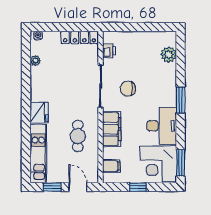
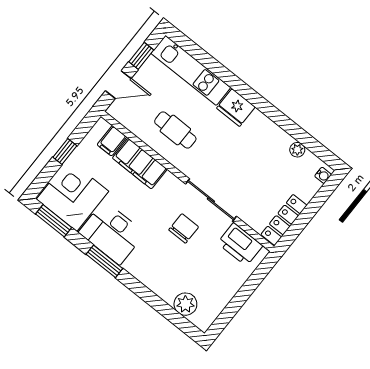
printer: (109, 51) -> (240, 244), width x1.87, depth x1.48
window: (181, 100) -> (104, 261), moved
filing cabinet: (112, 129) -> (140, 164), moved

